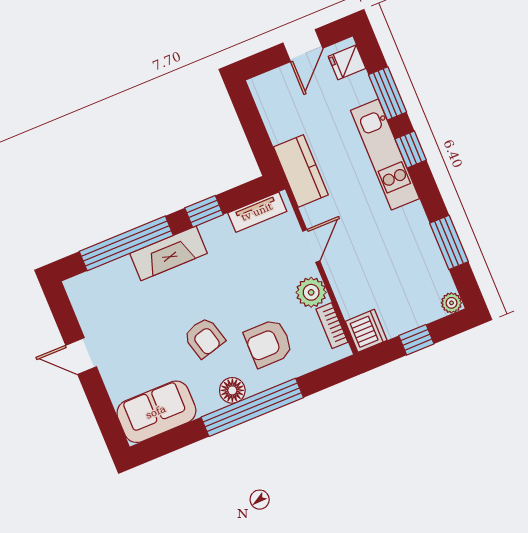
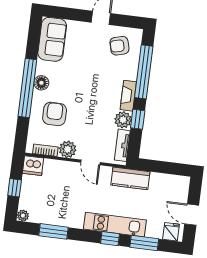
plant: (218, 233) -> (123, 120), added
fireplace: (169, 253) -> (128, 96), width x0.73, depth x0.76
armchair: (204, 338) -> (119, 46), moved

